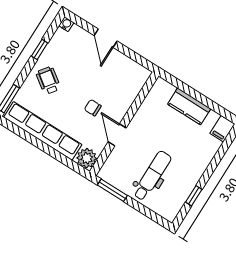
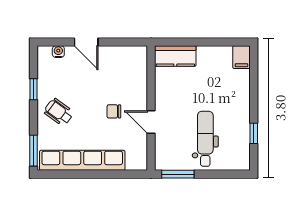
water cooler: (66, 24) -> (58, 52), moved
kitchen counter: (189, 106) -> (175, 56), moved
plant: (87, 158) -> (137, 160), removed

